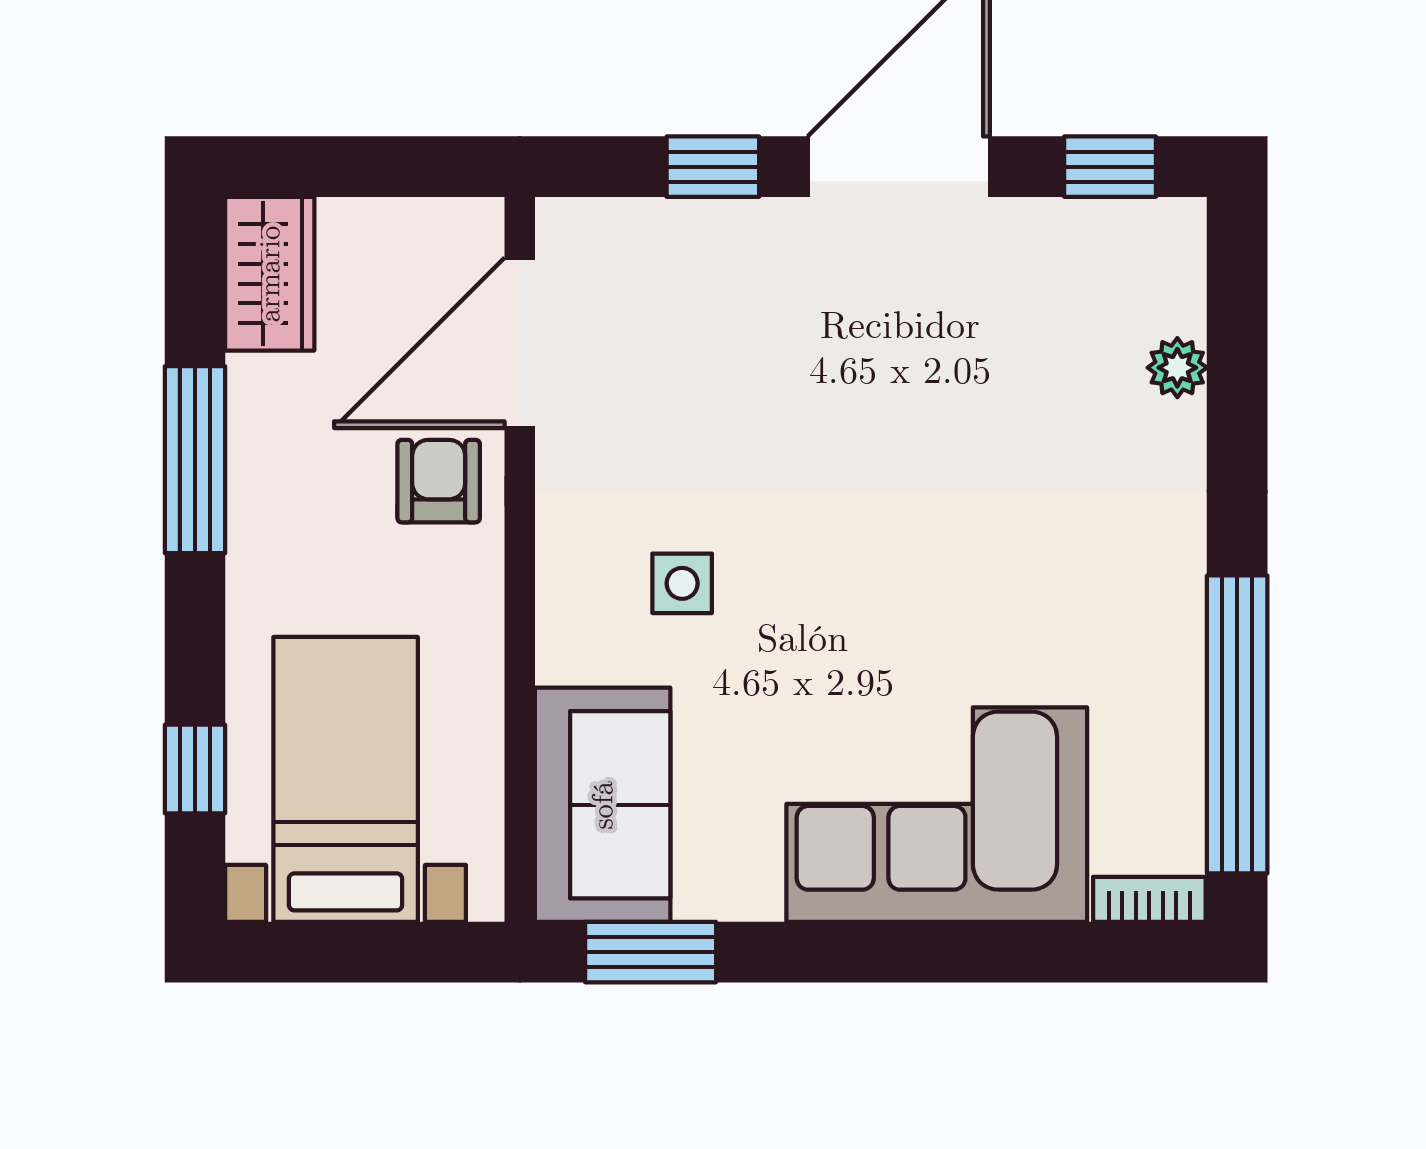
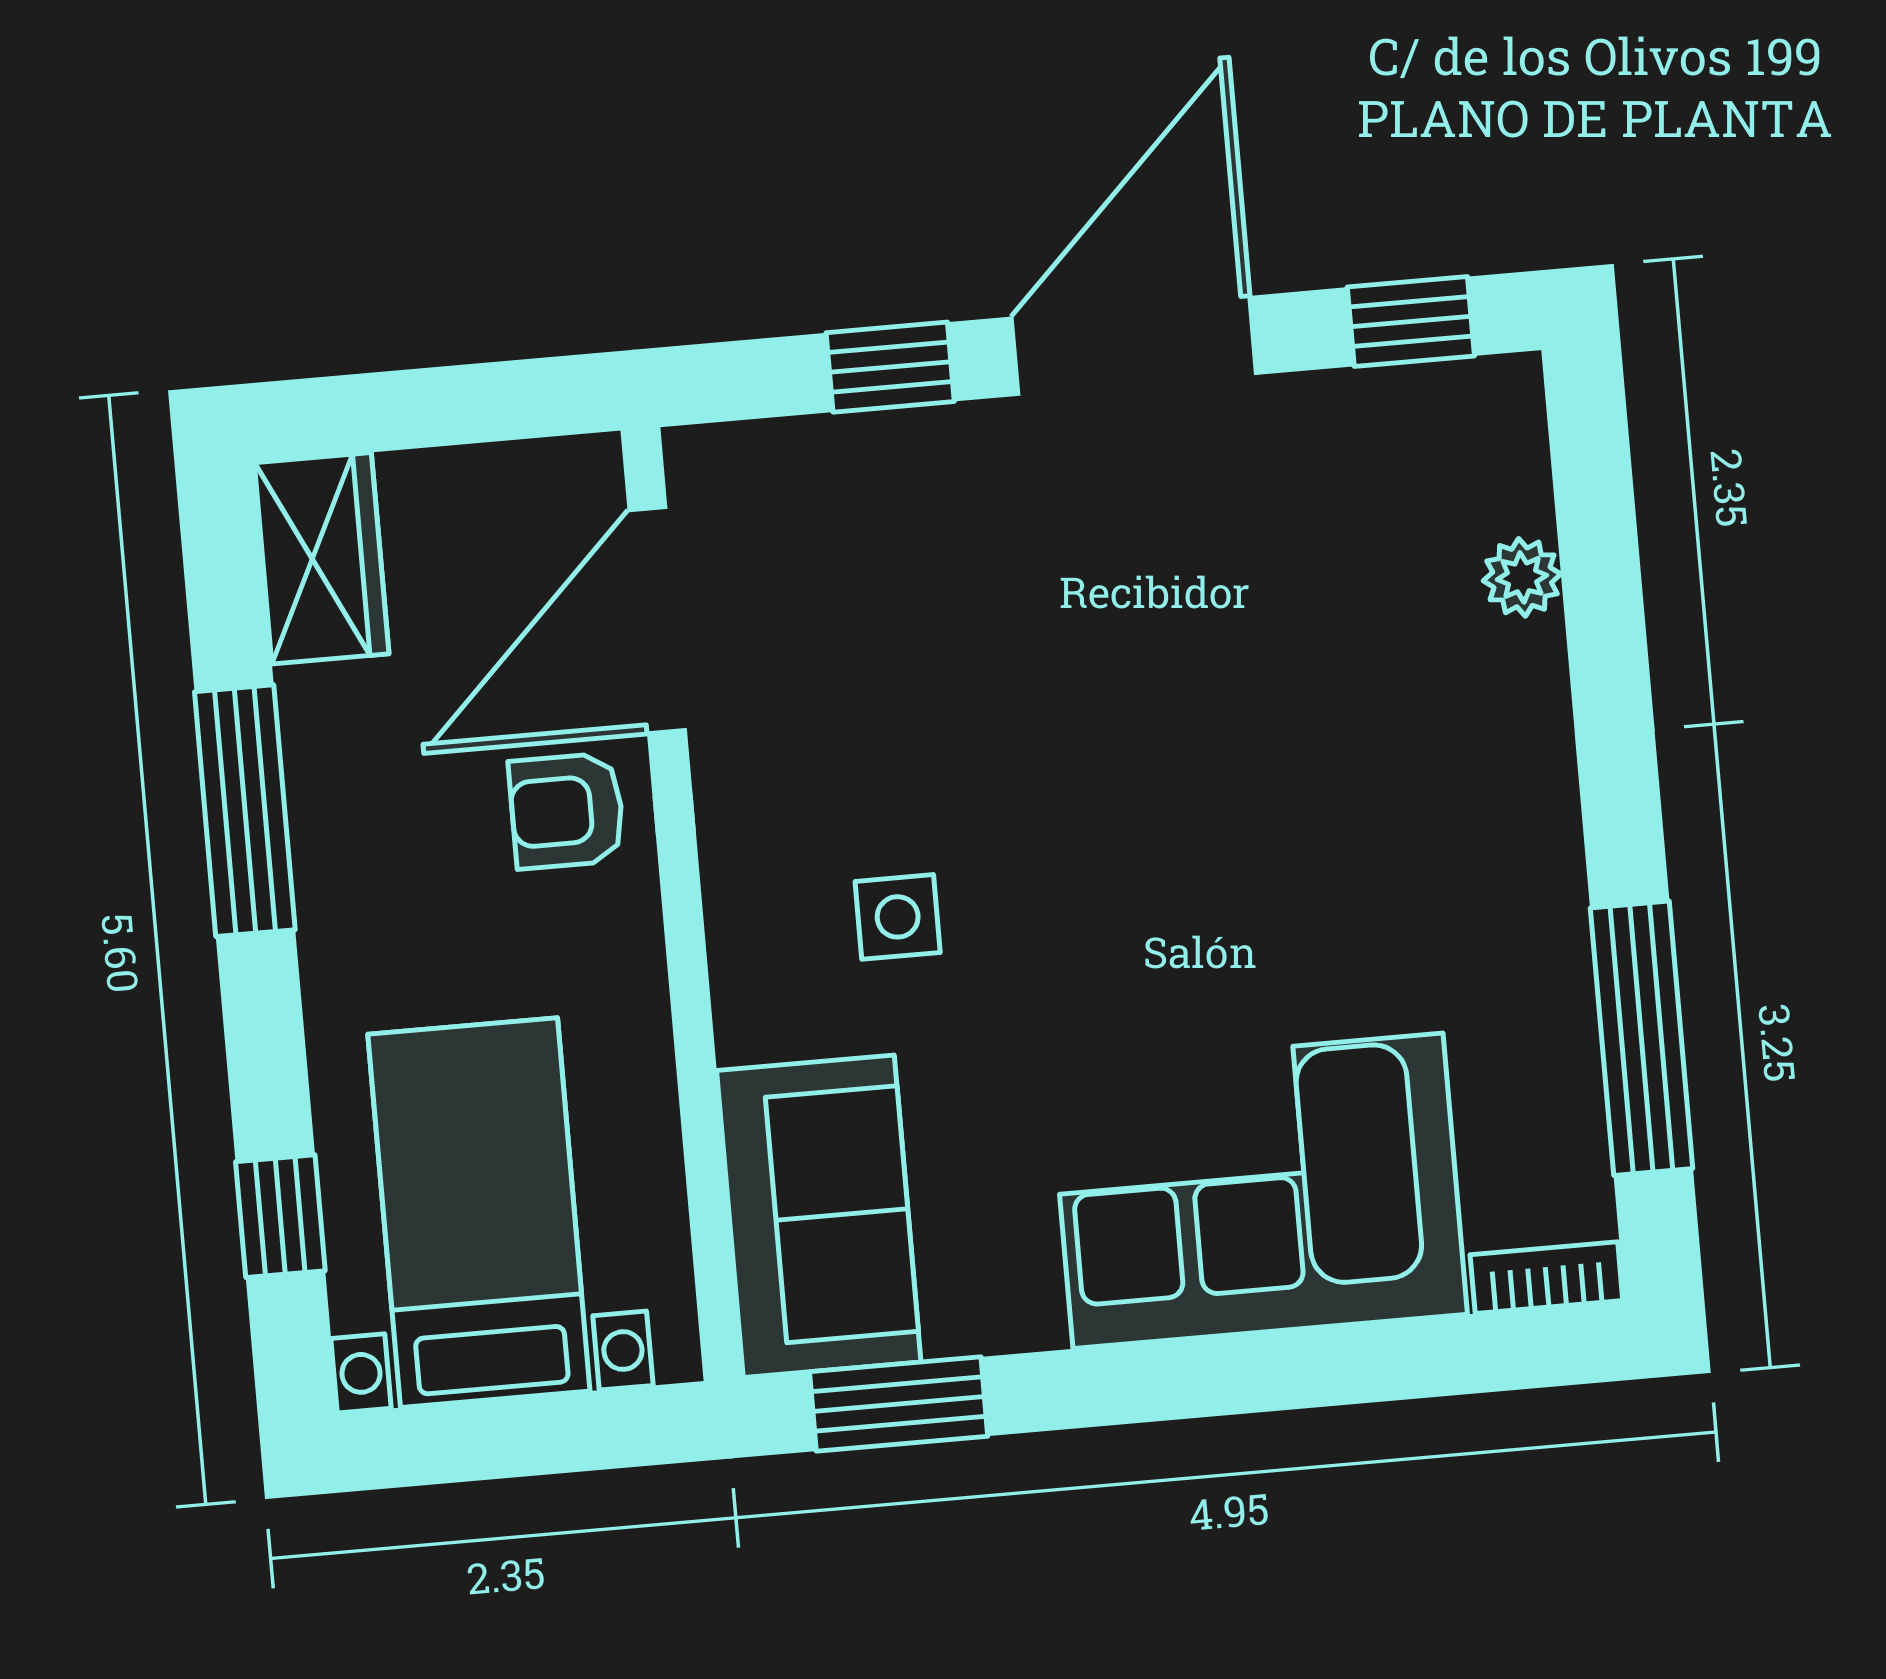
armchair: (439, 481) -> (567, 811), turned -90
window: (1237, 724) -> (1641, 1038), width x0.68

